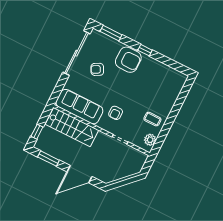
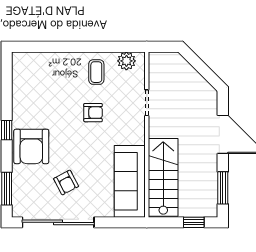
armchair: (128, 60) -> (31, 146), turned 180
armchair: (116, 113) -> (93, 113), moved

